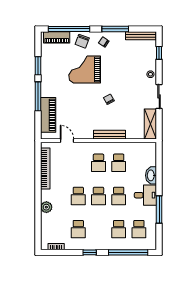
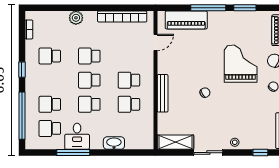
desk: (145, 195) -> (77, 136), moved

